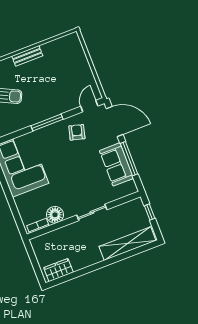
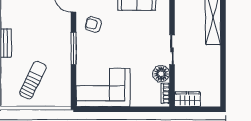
sliding door: (92, 212) -> (172, 50), moved
wardrobe: (58, 270) -> (187, 99), moved, turned 90

